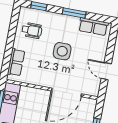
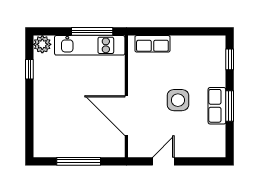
row of seats: (93, 27) -> (217, 106), moved
wheelchair: (32, 30) -> (197, 56), removed

